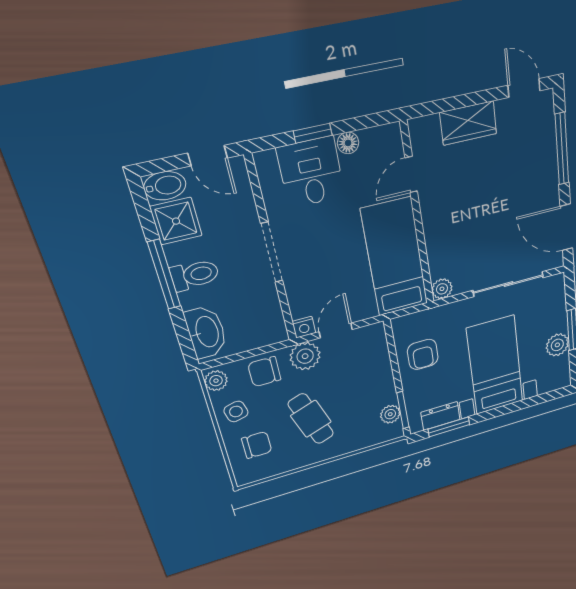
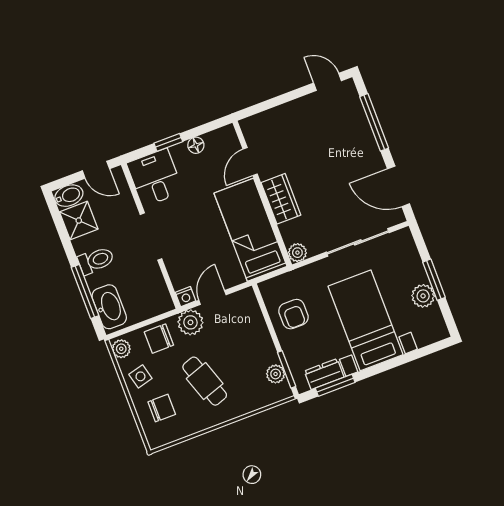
wardrobe: (468, 123) -> (281, 199), moved, turned -90
desk: (311, 172) -> (155, 177), moved
window: (164, 275) -> (85, 291), moved

